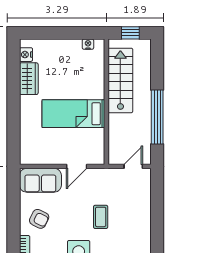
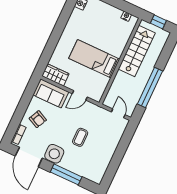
wardrobe: (29, 79) -> (55, 75), moved, turned -90
door: (133, 166) -> (118, 113), hinge flipped

